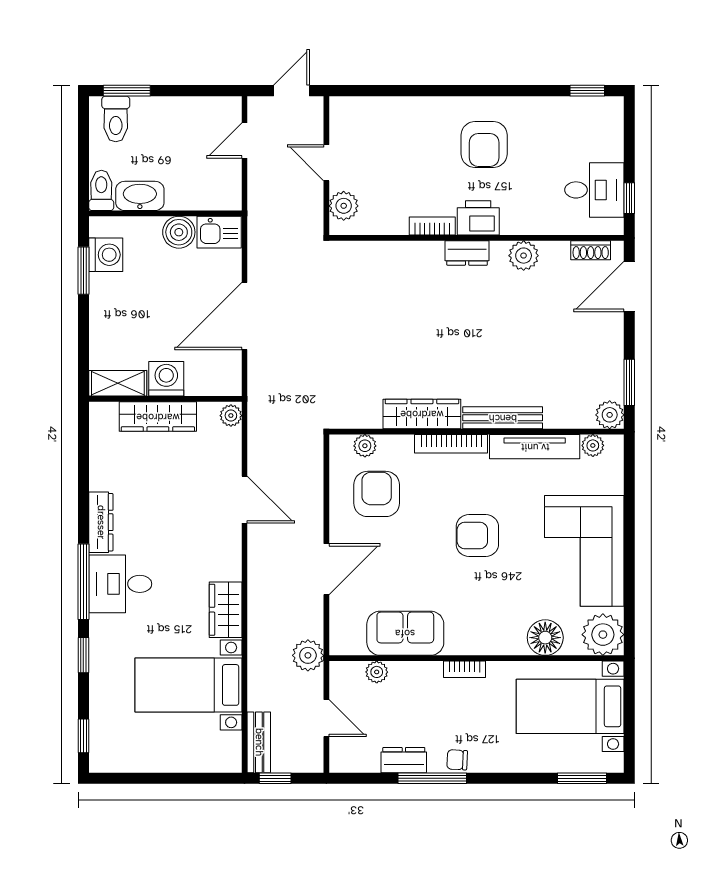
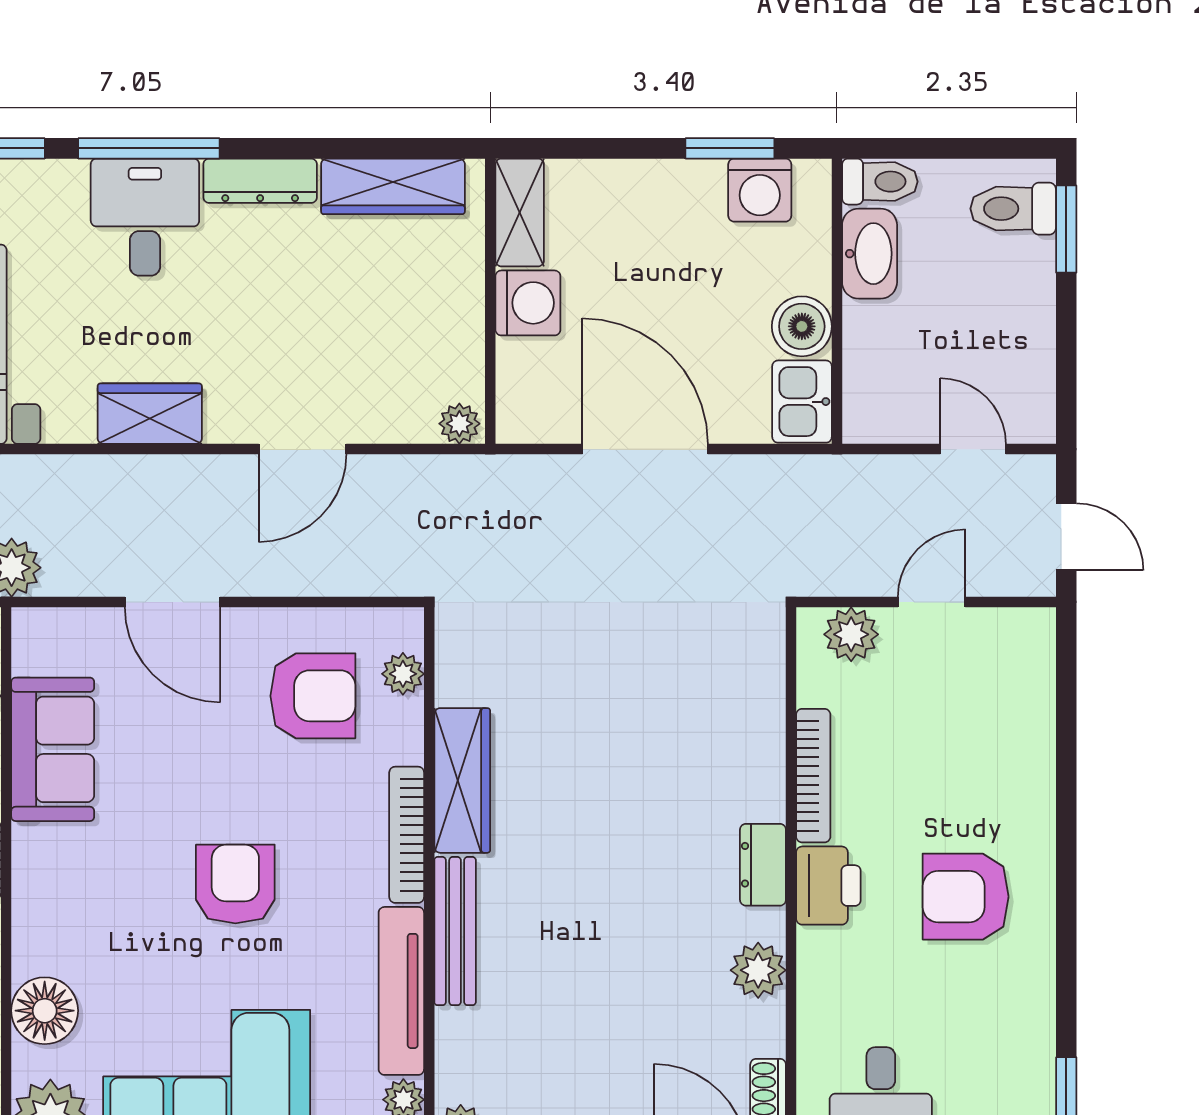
bookcase: (432, 226) -> (813, 776), width x1.56
wardrobe: (158, 417) -> (393, 186), moved, turned -90
wardrobe: (226, 610) -> (150, 414), moved

